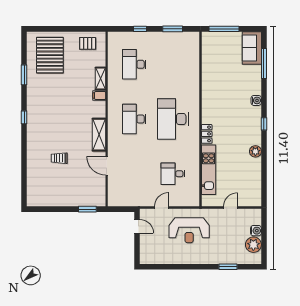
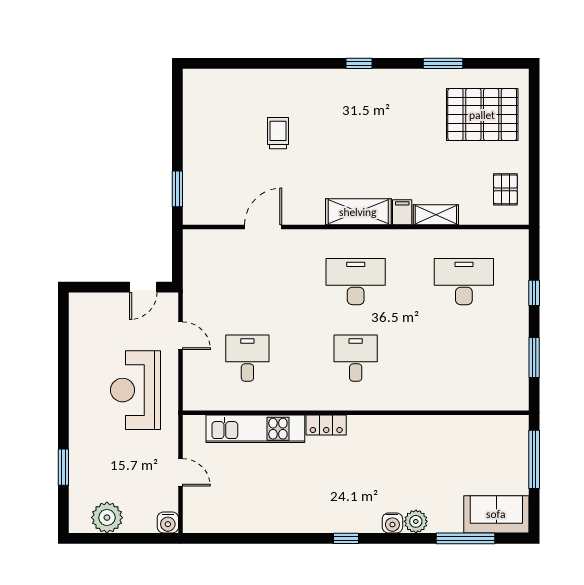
desk: (173, 119) -> (356, 358), width x0.53, depth x0.77
shelving: (99, 135) -> (358, 212), moved
plant: (255, 151) -> (416, 521), moved
water cooler: (256, 231) -> (168, 522), moved

